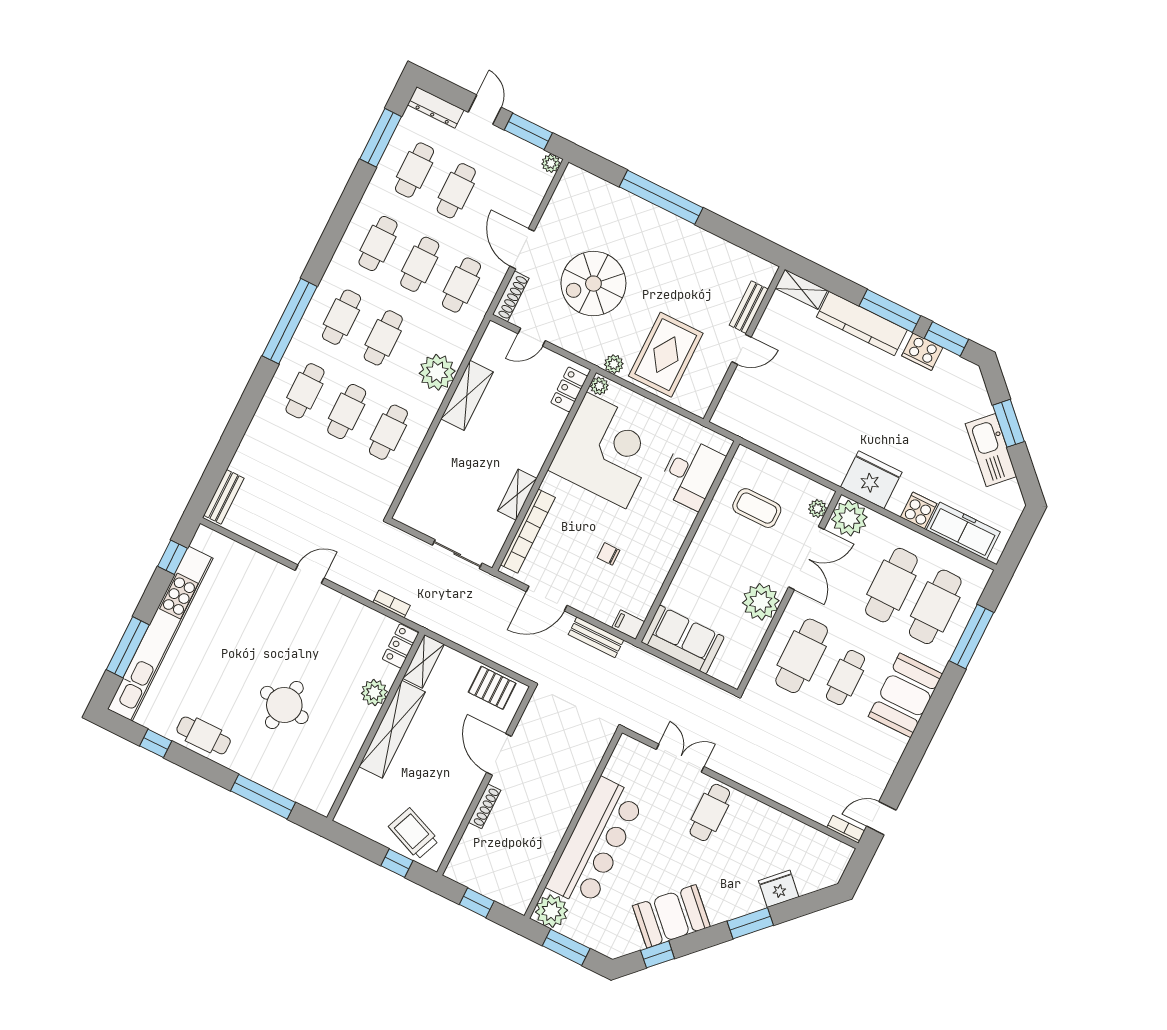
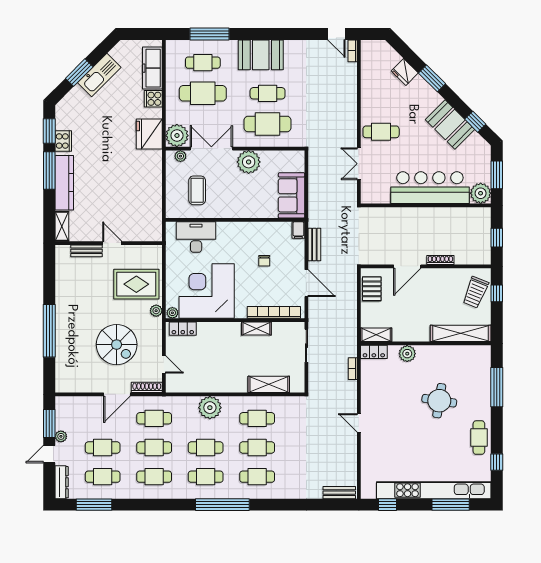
plant: (551, 163) -> (61, 436), moved
shelving: (467, 395) -> (269, 384), moved
cafe table: (935, 607) -> (203, 63), width x0.73, depth x0.74
shelving: (392, 729) -> (461, 333), moved

